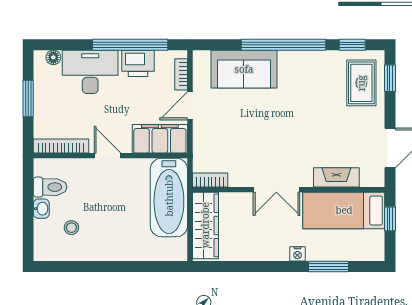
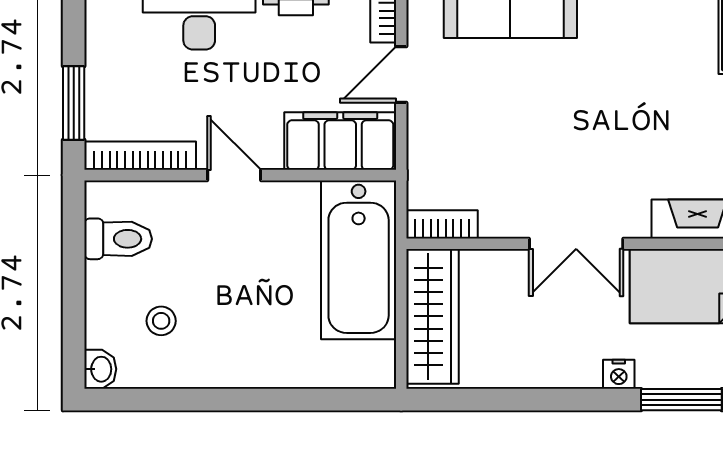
window: (28, 98) -> (74, 103), moved
washbasin: (41, 209) -> (100, 369), moved

